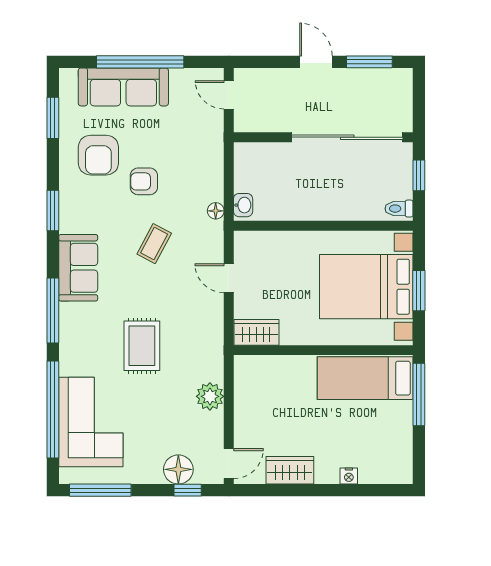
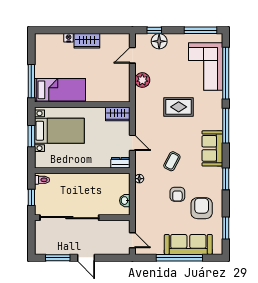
armchair: (144, 181) -> (177, 194), turned 90
washbasin: (243, 205) -> (125, 201), moved
dresser: (251, 241) -> (120, 163), added
bed with nightstands: (366, 287) -> (59, 131), width x0.73
rug: (142, 346) -> (179, 107), turned 90
door: (229, 464) -> (132, 55), moved
wardrobe: (290, 470) -> (87, 41), moved

